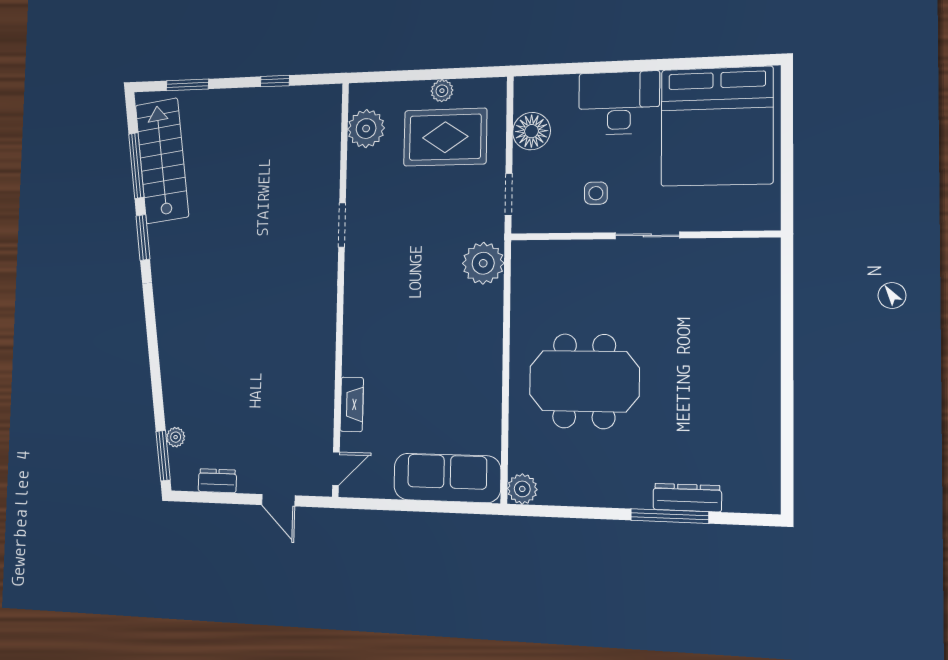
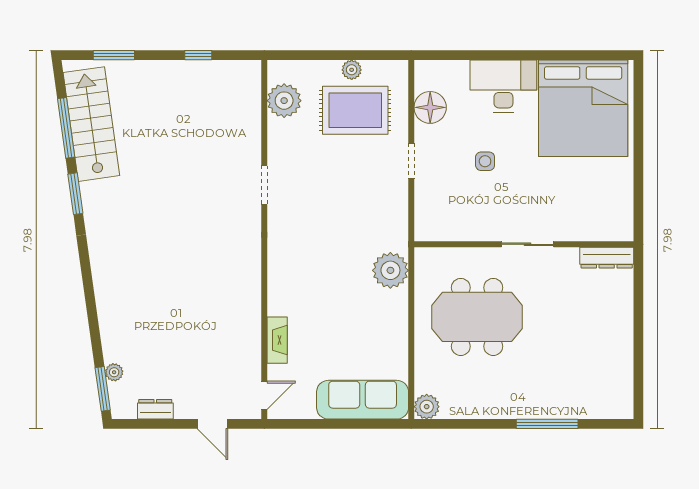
wall: (643, 235) -> (524, 244), moved
sliding door: (647, 235) -> (528, 244), moved
plant: (483, 263) -> (390, 270), moved
dresser: (687, 498) -> (607, 258), moved, turned 180

